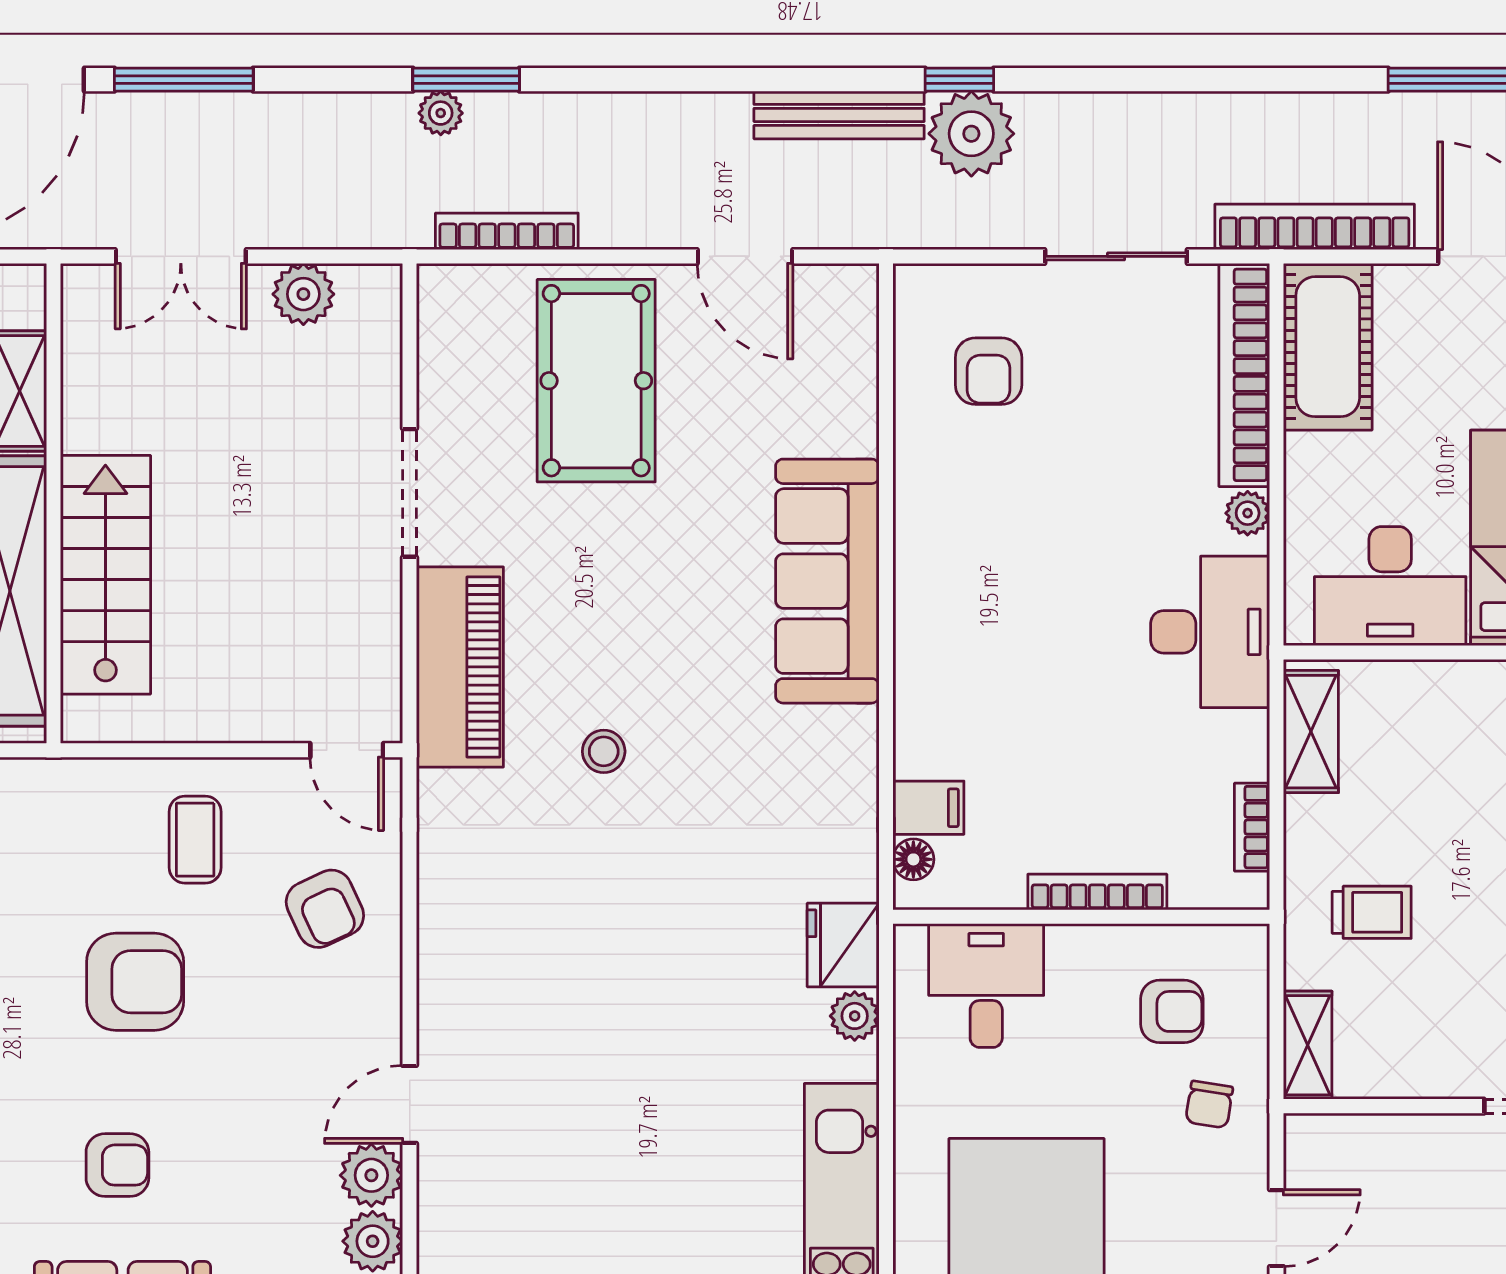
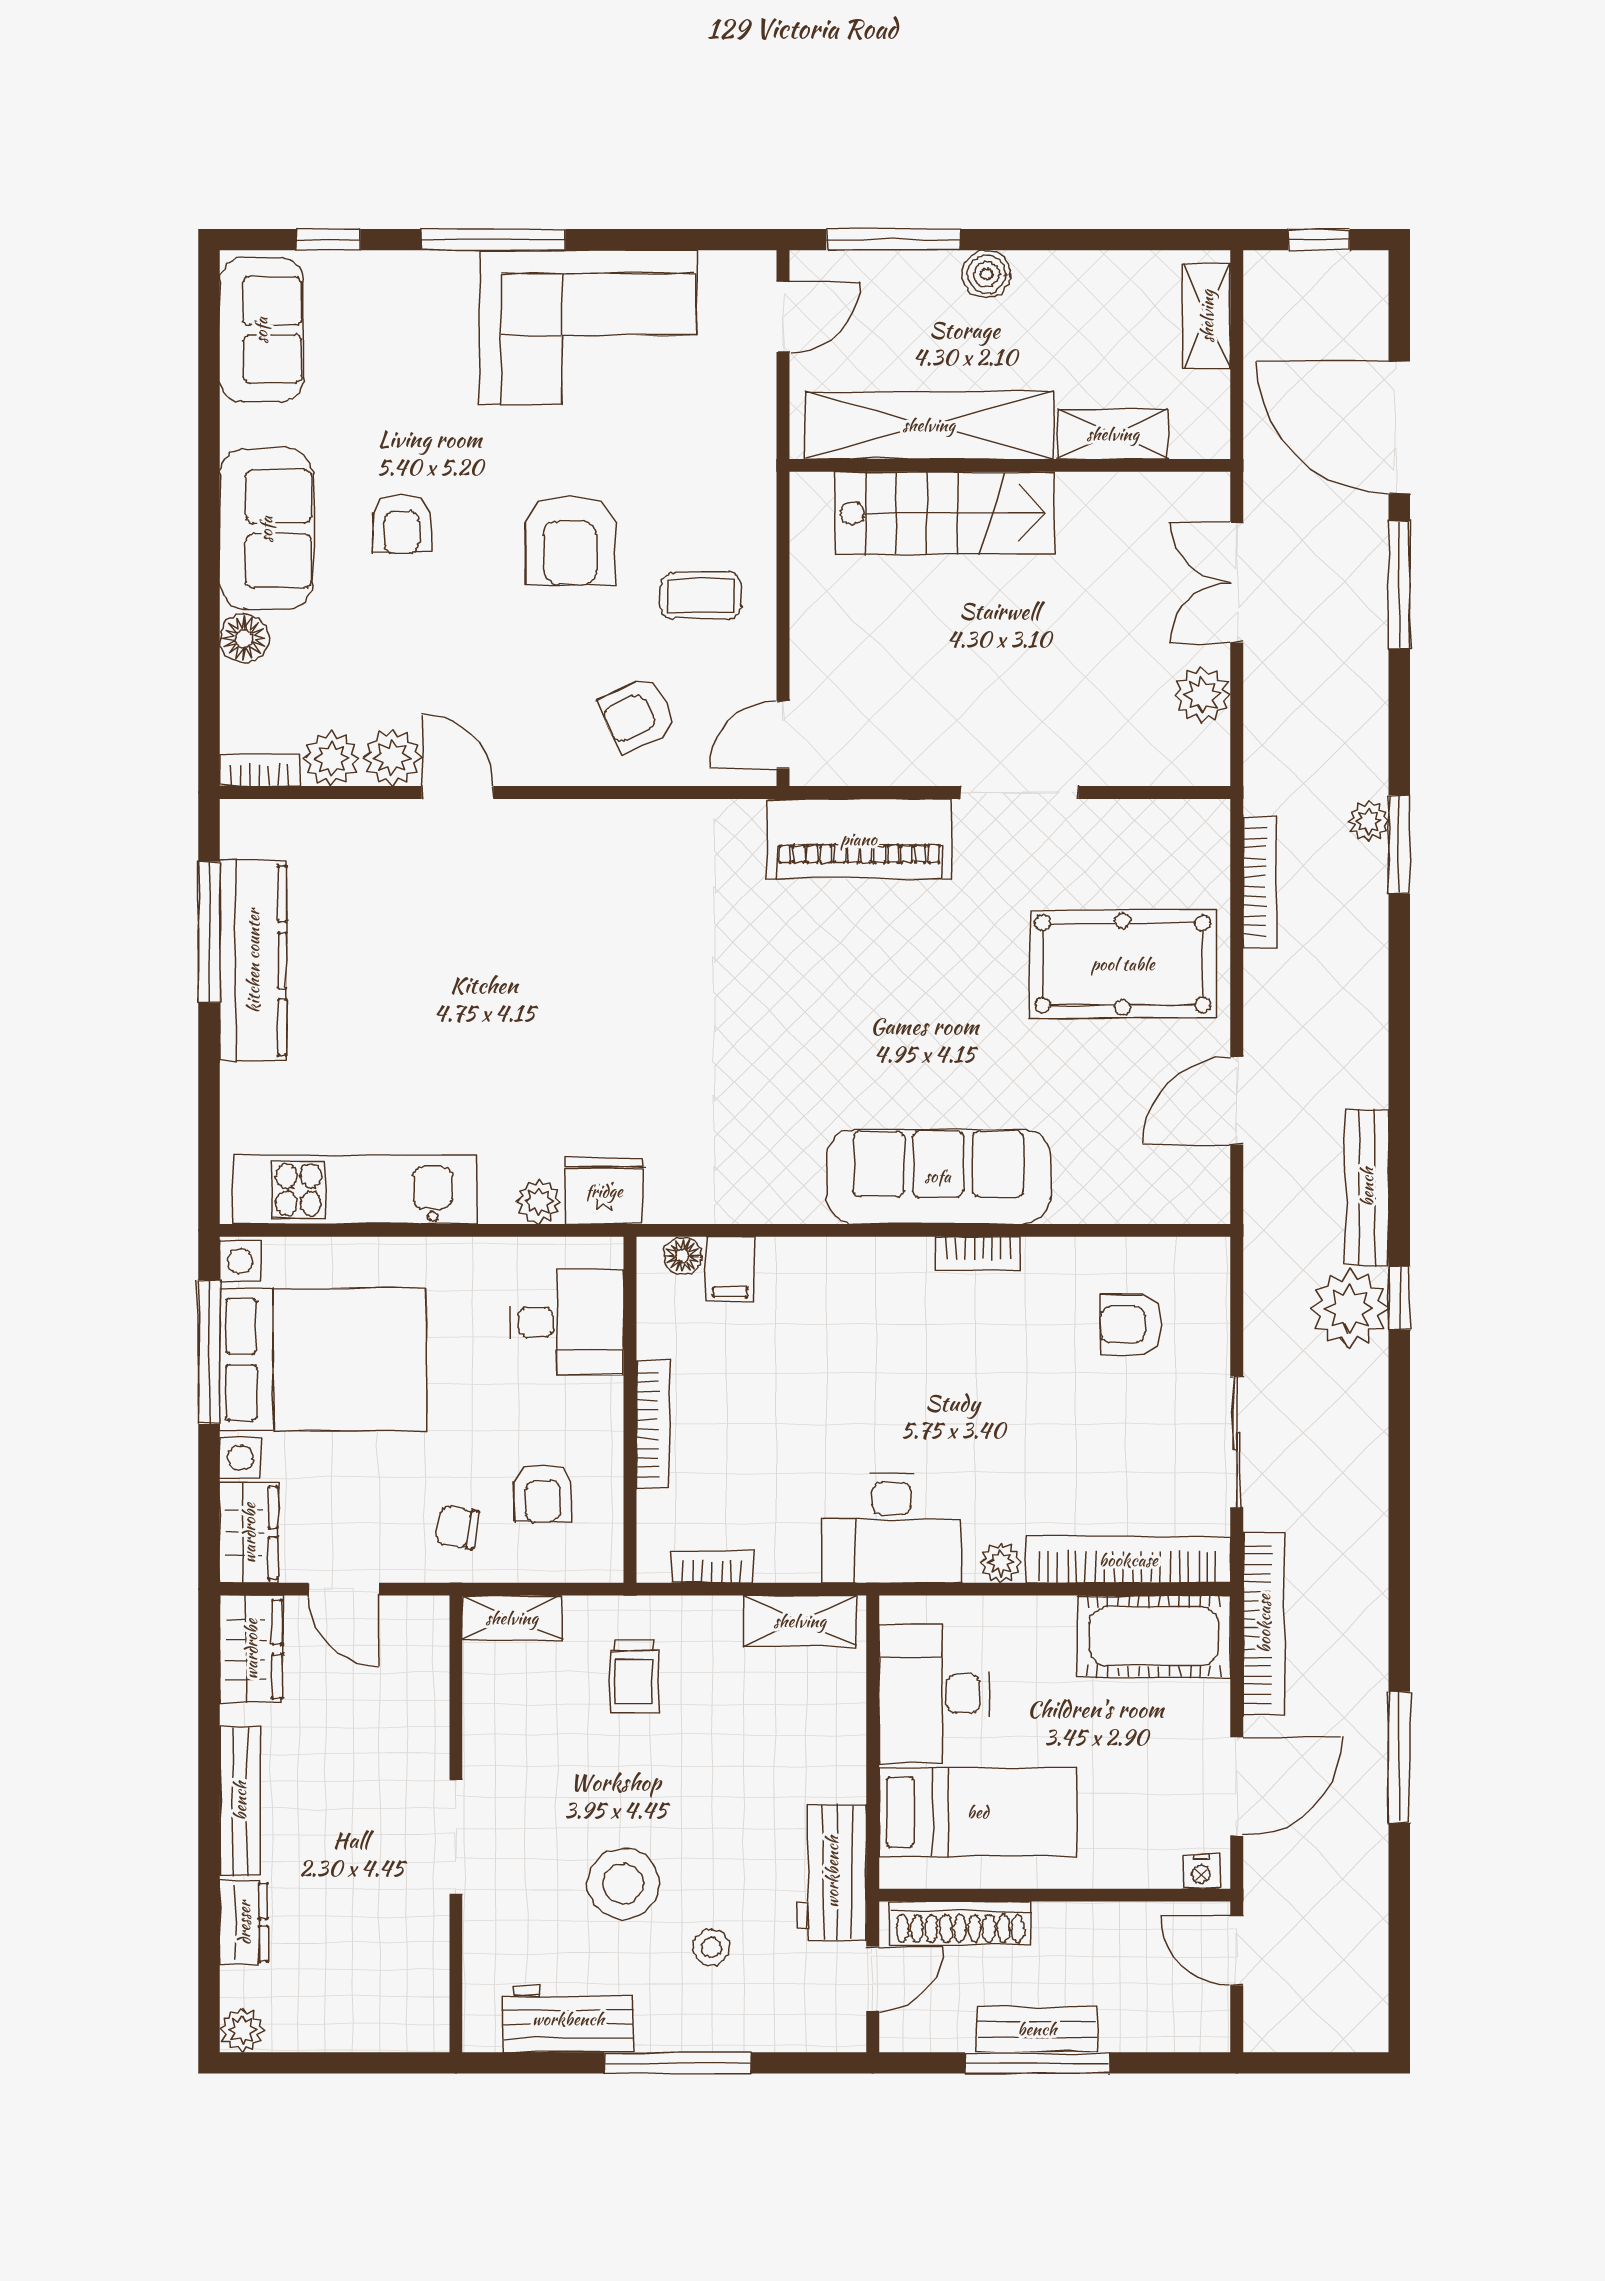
bookcase: (911, 538) -> (978, 1254), added
stool: (604, 751) -> (782, 971), removed

